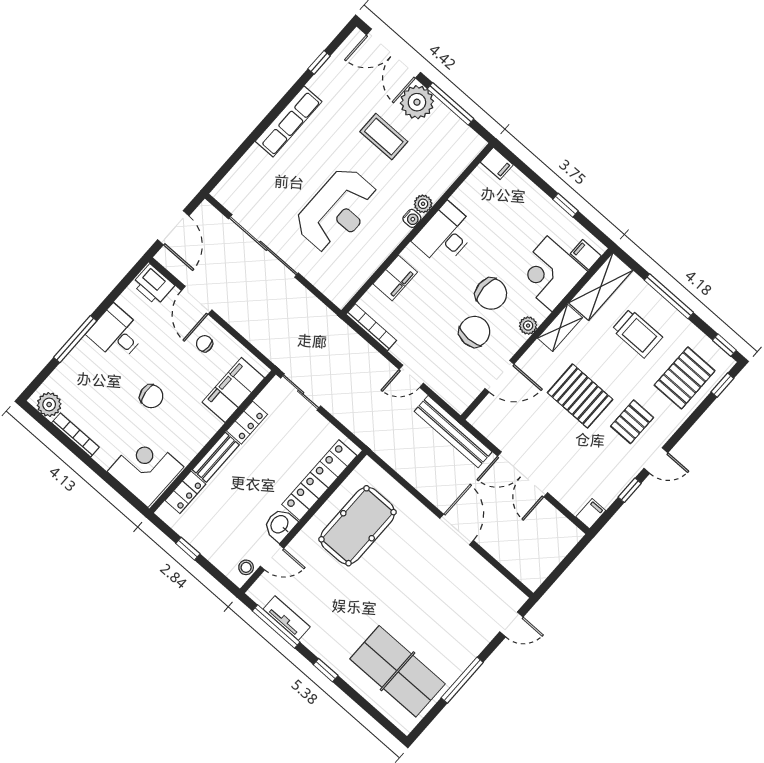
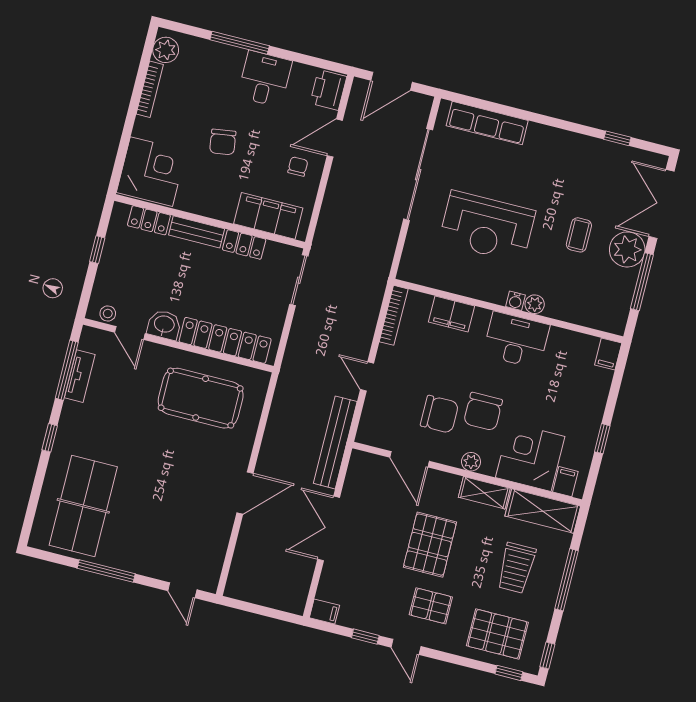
row of seats: (289, 121) -> (487, 123), moved
coffee table: (384, 137) -> (579, 235), width x0.73, depth x0.77

